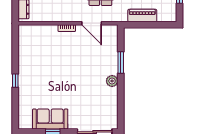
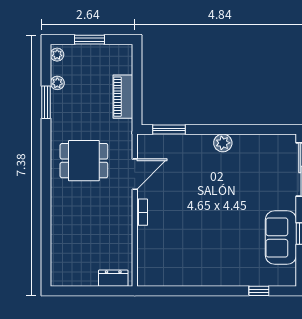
window: (121, 63) -> (169, 129), moved
window: (15, 81) -> (259, 291), moved

